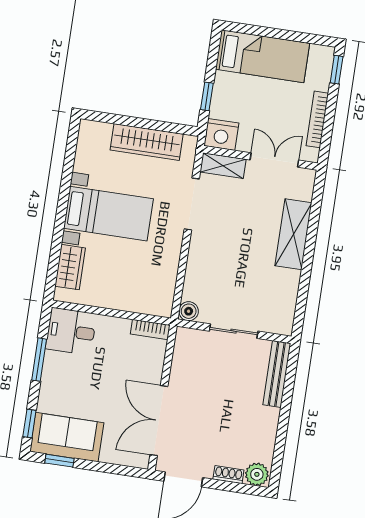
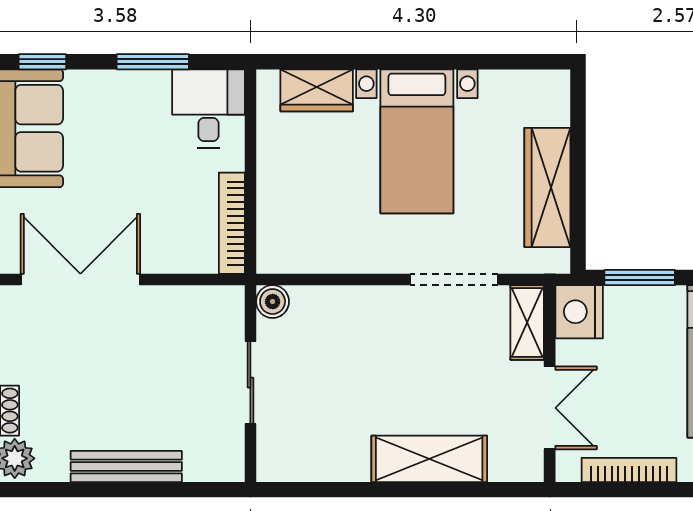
window: (207, 96) -> (640, 278), width x1.50
bookcase: (150, 330) -> (232, 223), width x1.56
bench: (277, 374) -> (126, 466), moved

